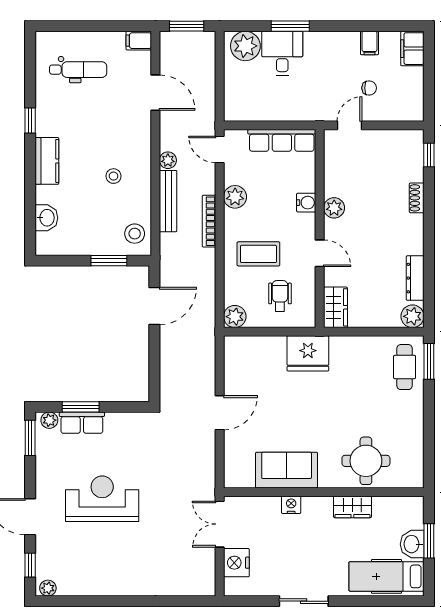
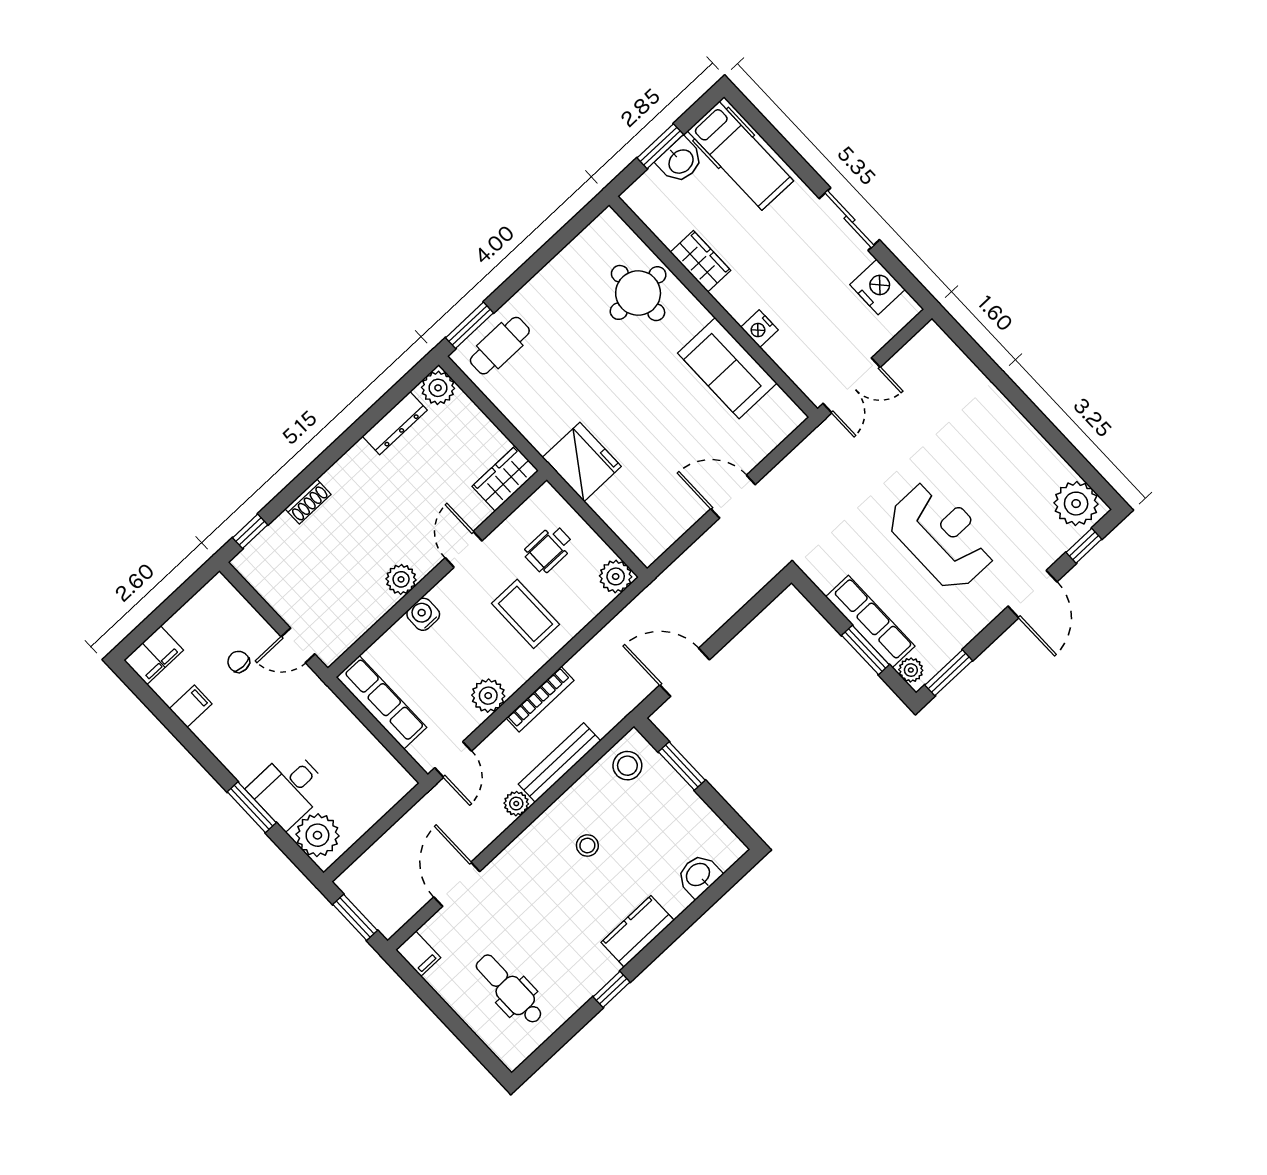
row of seats: (82, 423) -> (870, 622), width x1.48
reception desk: (102, 499) -> (942, 536), turned 180
nightstand: (236, 563) -> (878, 287), moved, turned -90
plant: (48, 588) -> (1076, 504), width x1.88, depth x1.88

